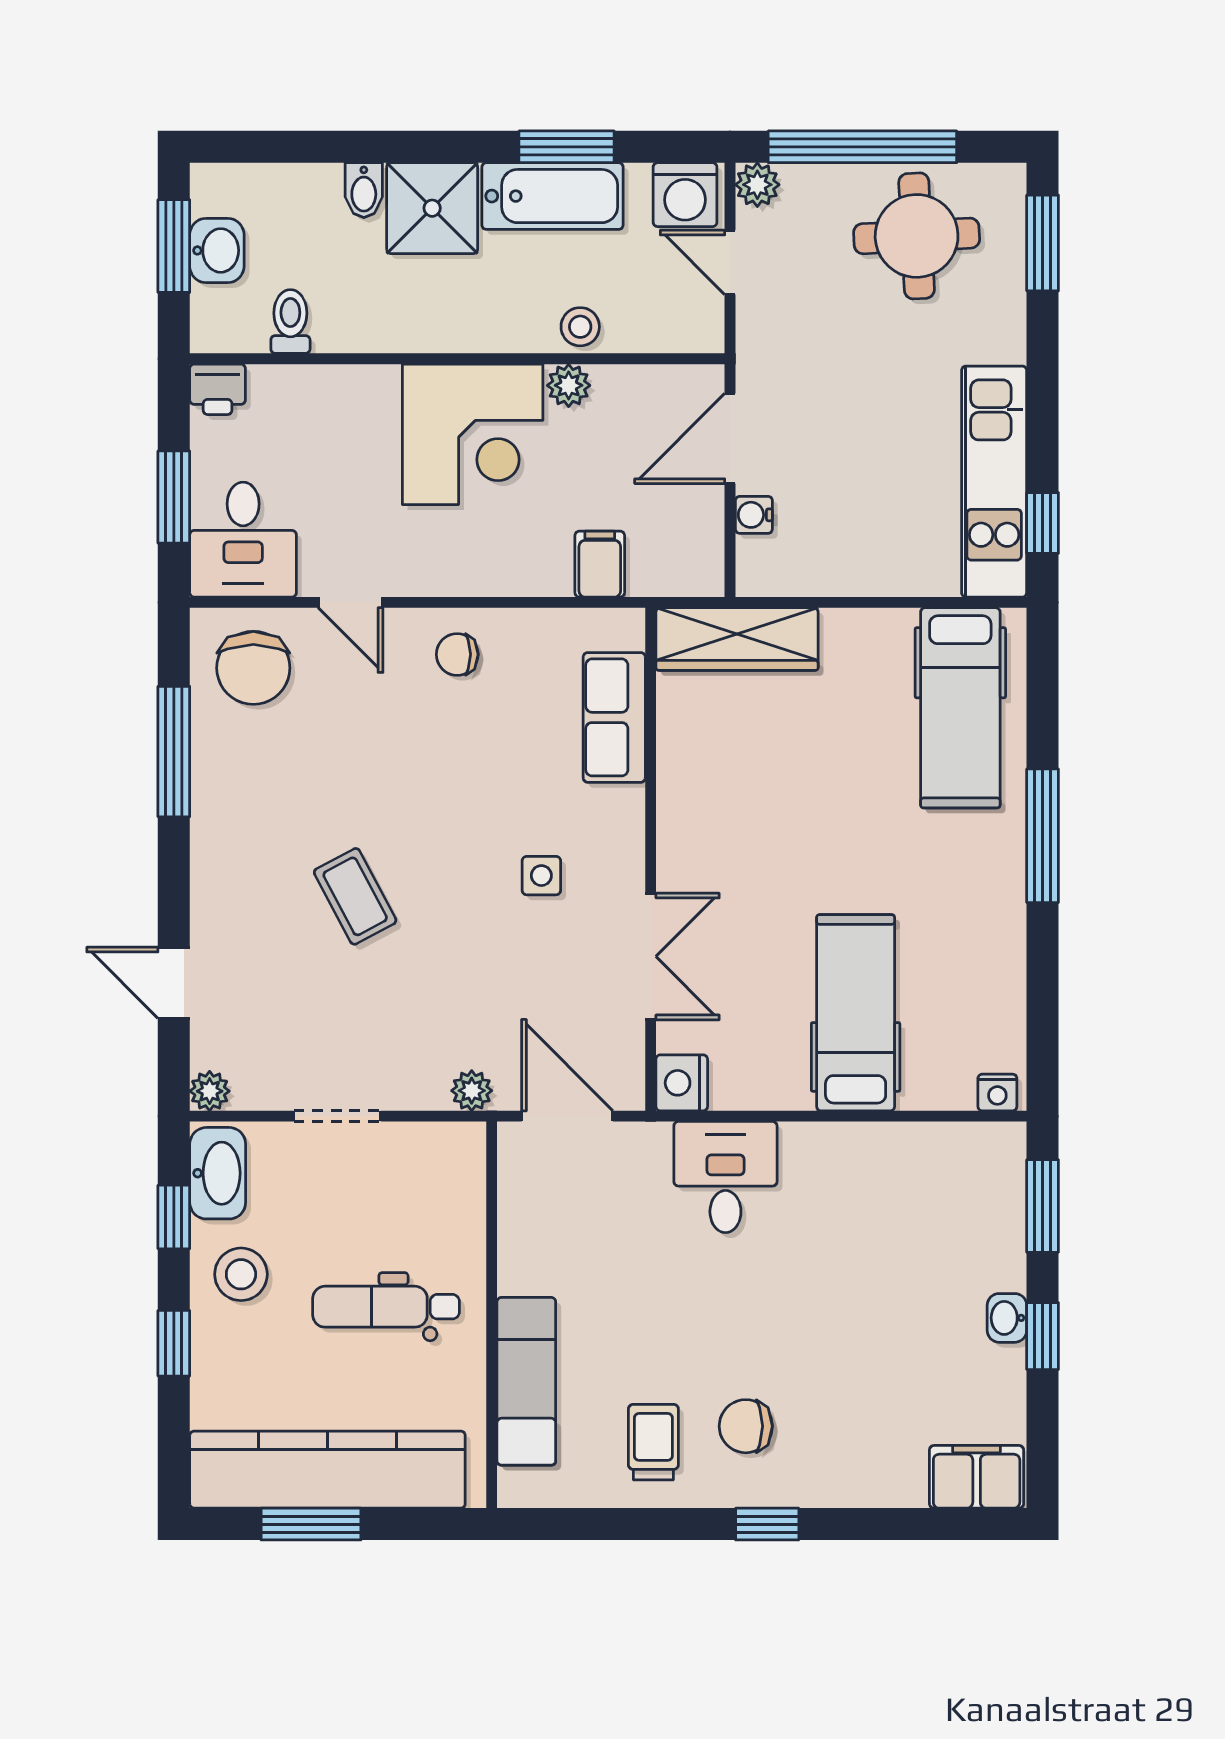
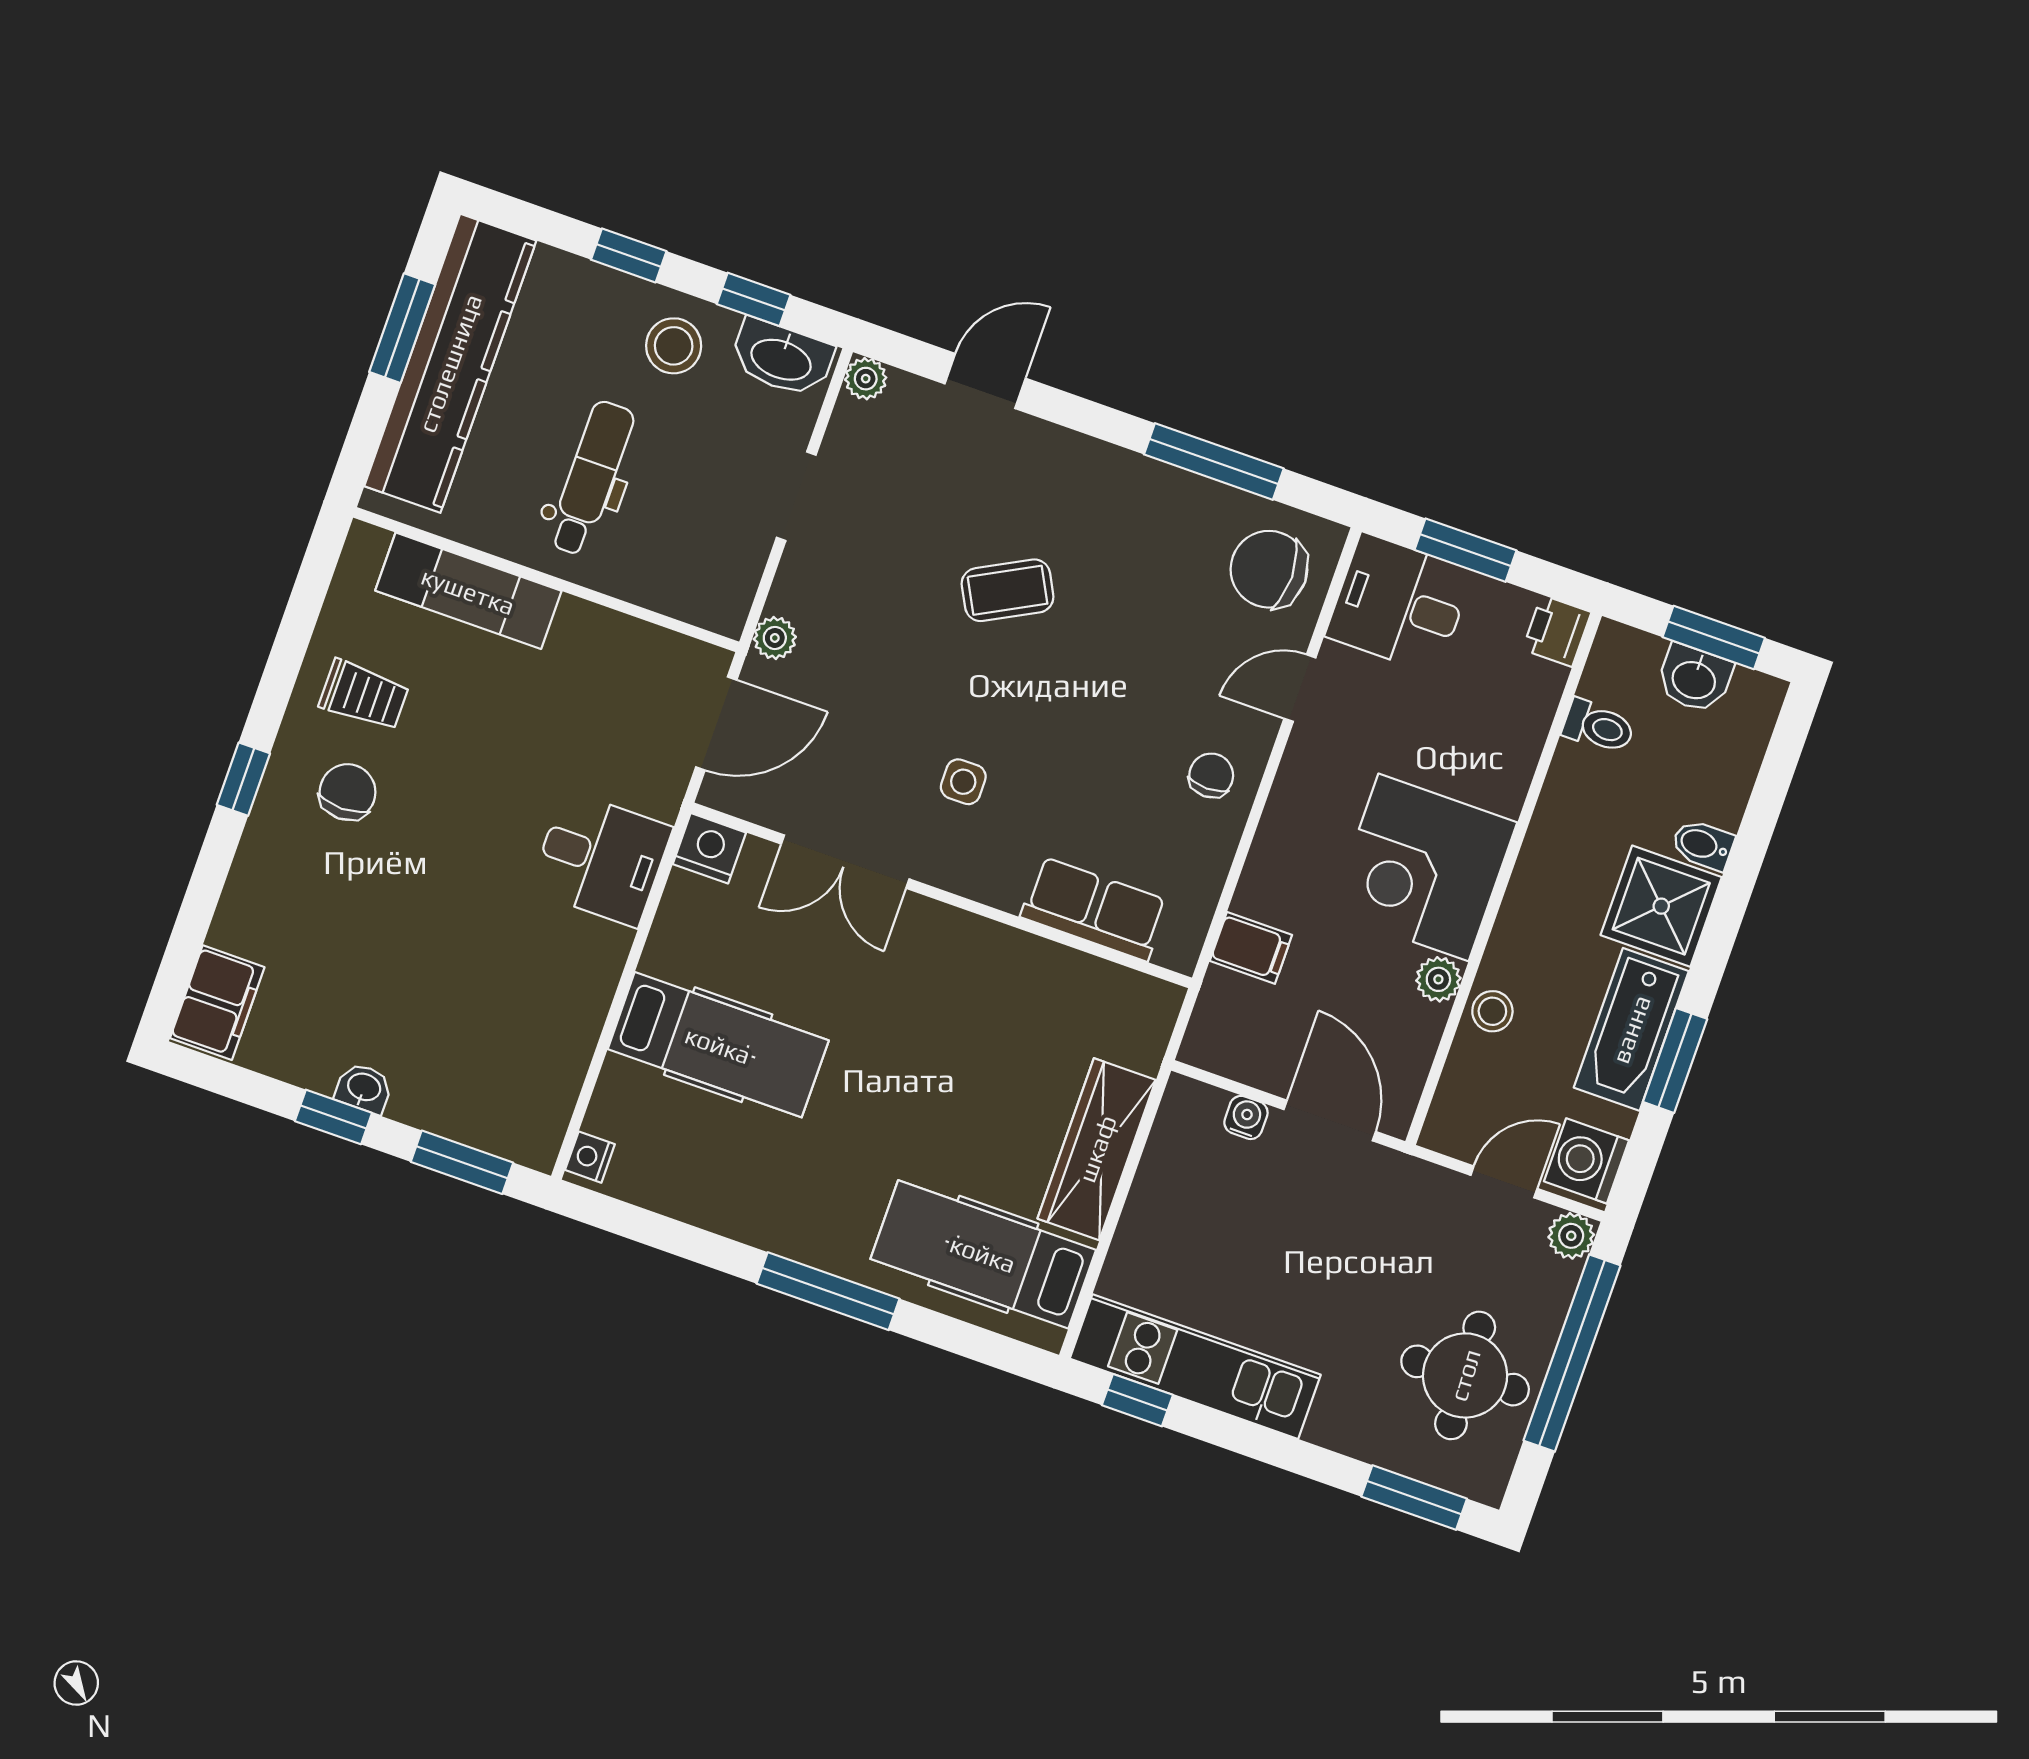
wardrobe: (737, 639) -> (1097, 1149), moved

